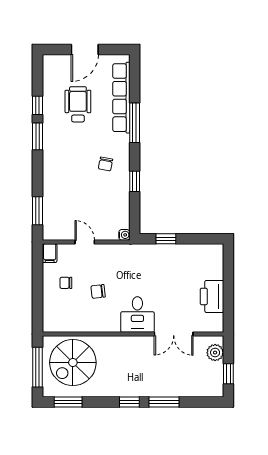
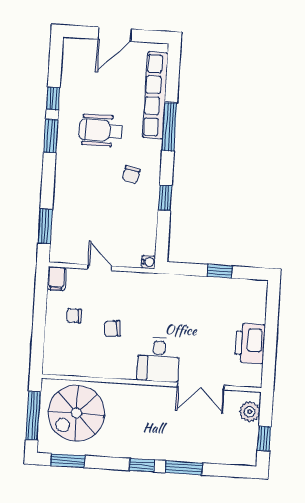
wheelchair: (78, 104) -> (101, 130), moved, turned -90
window: (166, 239) -> (220, 271), moved

